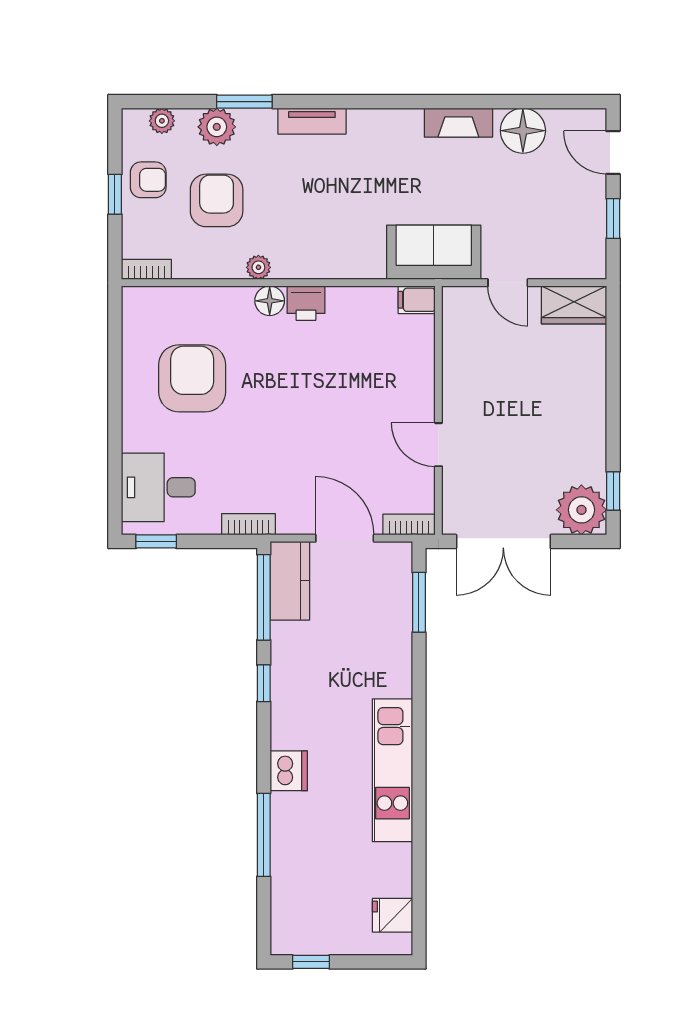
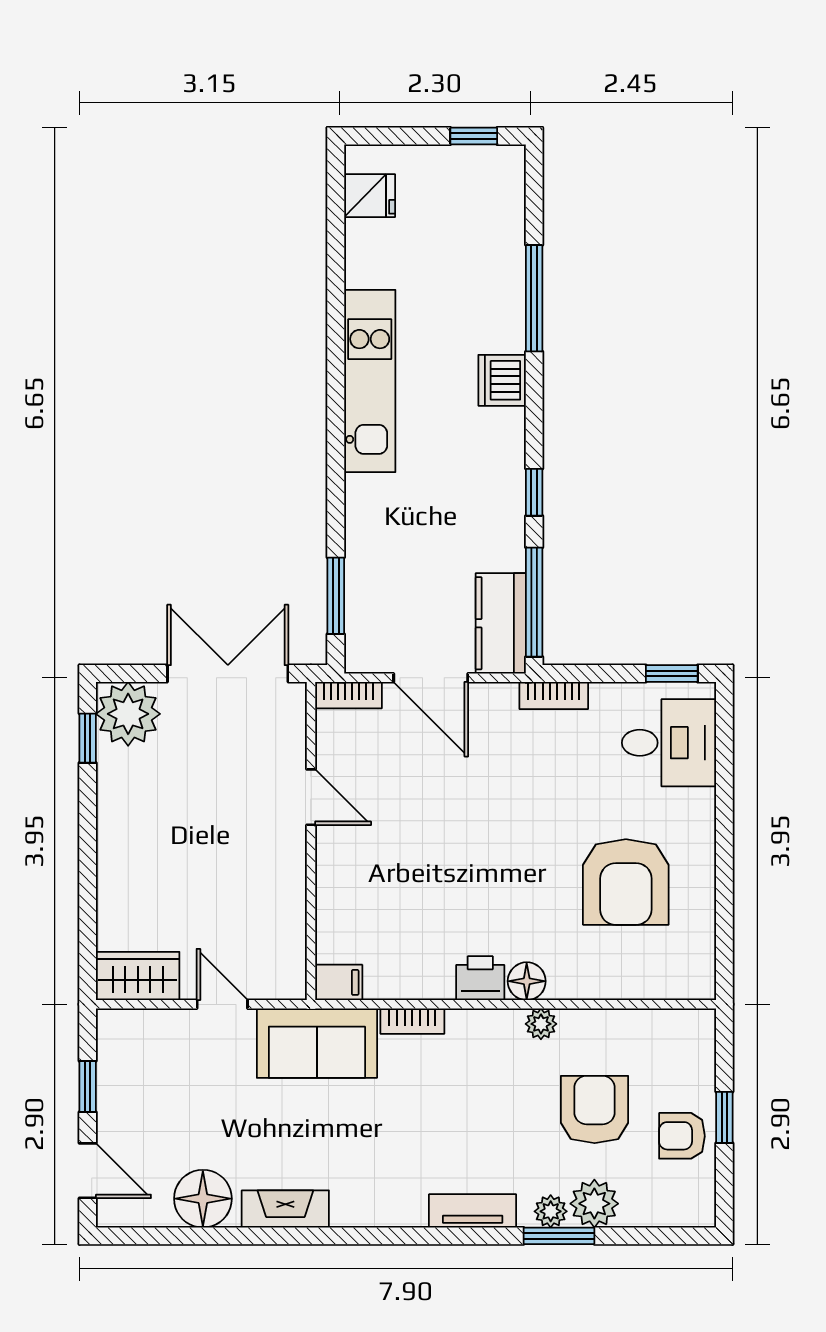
plant: (162, 121) -> (551, 1211), moved
armchair: (217, 200) -> (595, 1109), turned 180
bookcase: (146, 269) -> (412, 1021), moved

